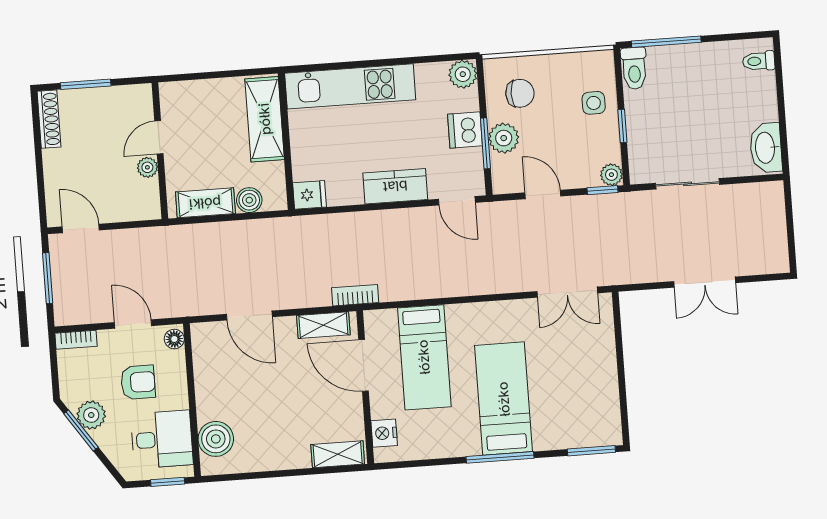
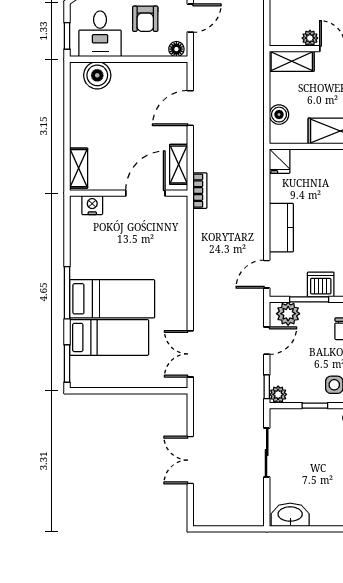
plant: (504, 138) -> (288, 314), moved
shelving: (205, 203) -> (292, 61), moved, turned 90
bed: (424, 357) -> (109, 337), moved, turned 180

